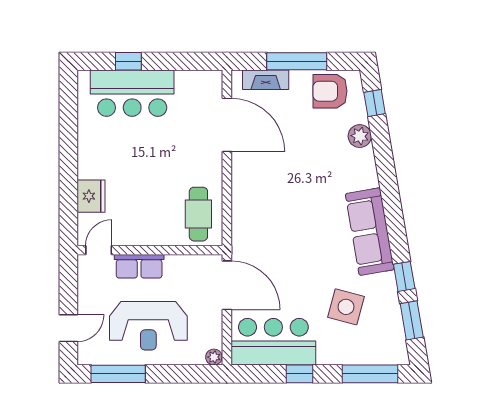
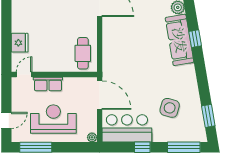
sofa: (370, 232) -> (180, 40), moved
window: (404, 276) -> (195, 39), moved
reception desk: (148, 326) -> (53, 119), turned 180

